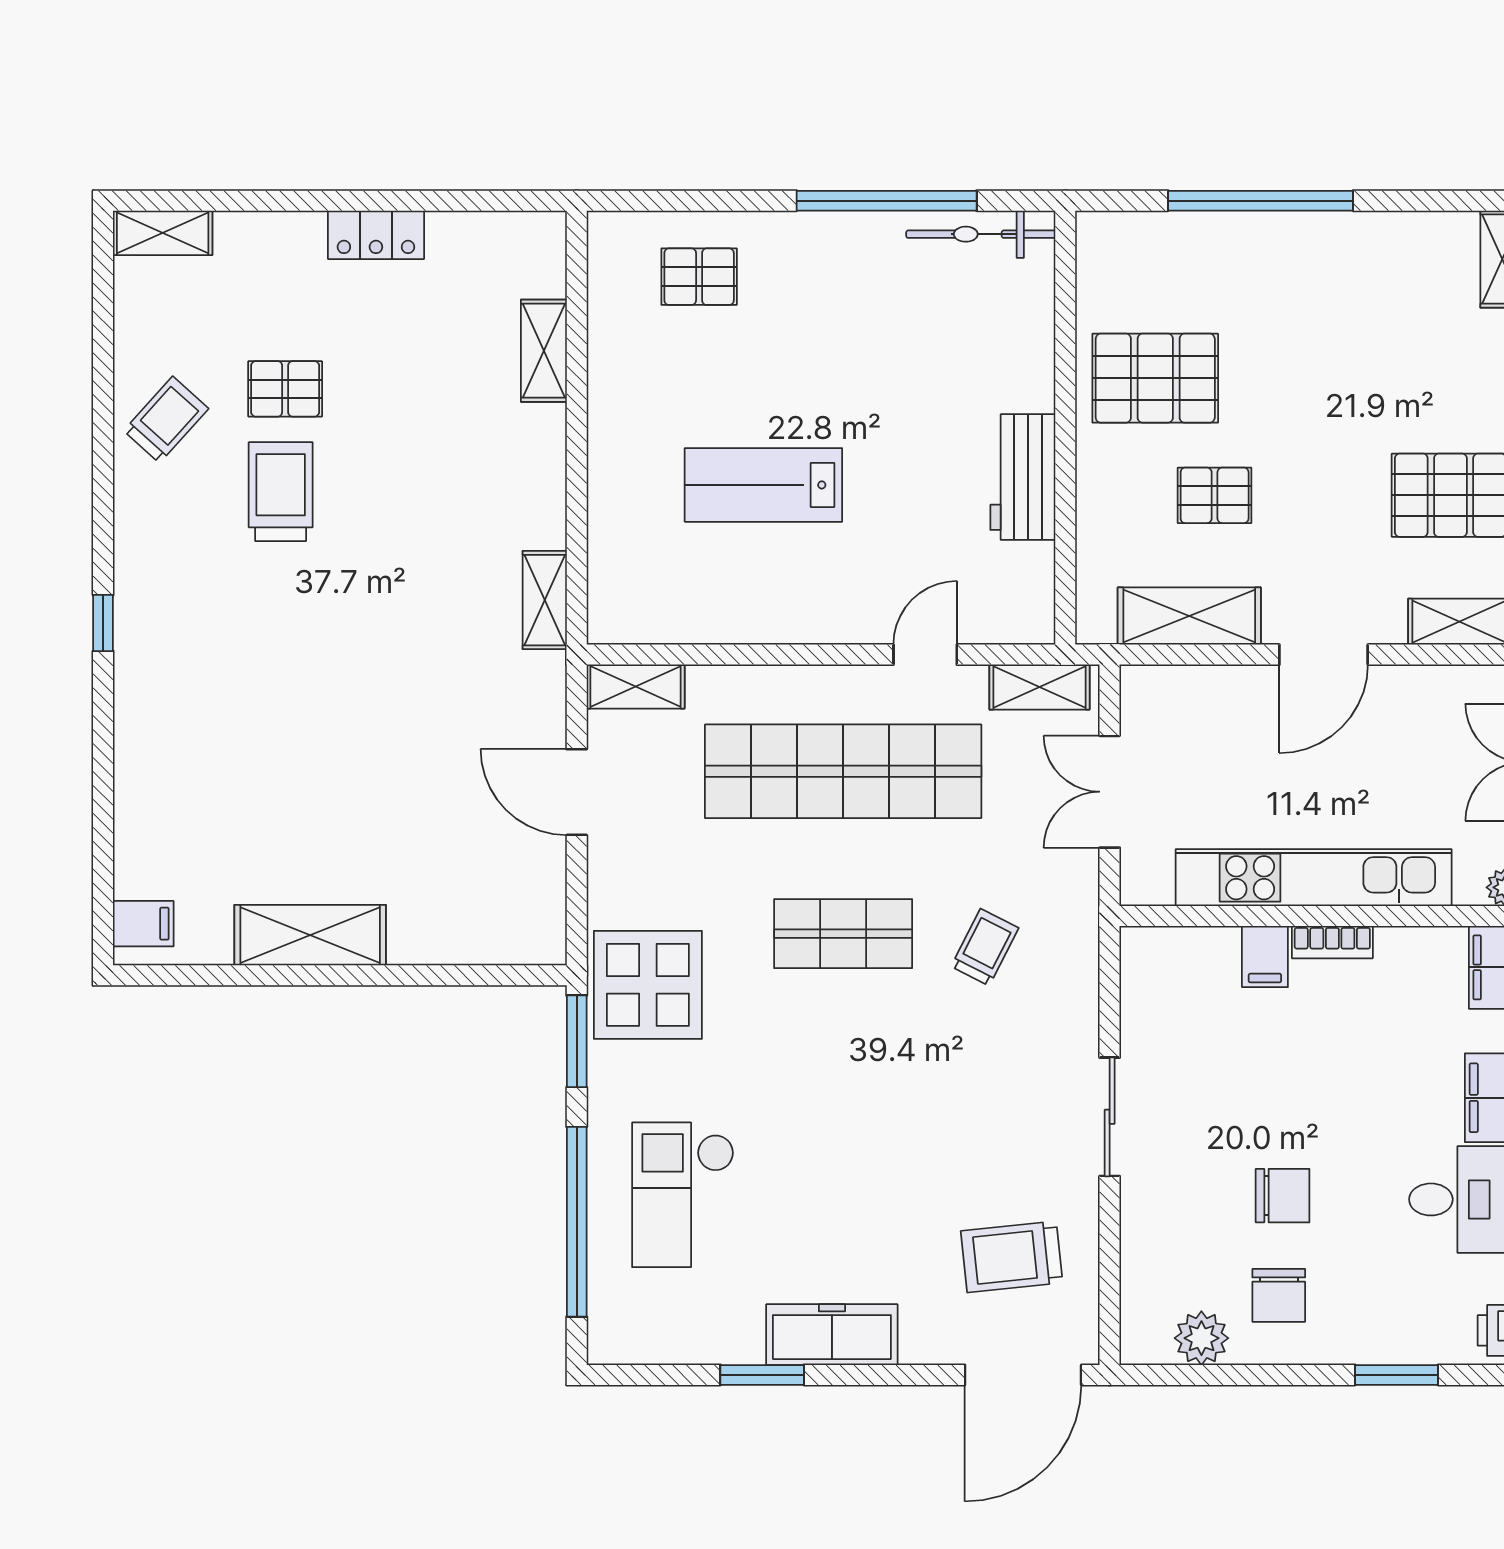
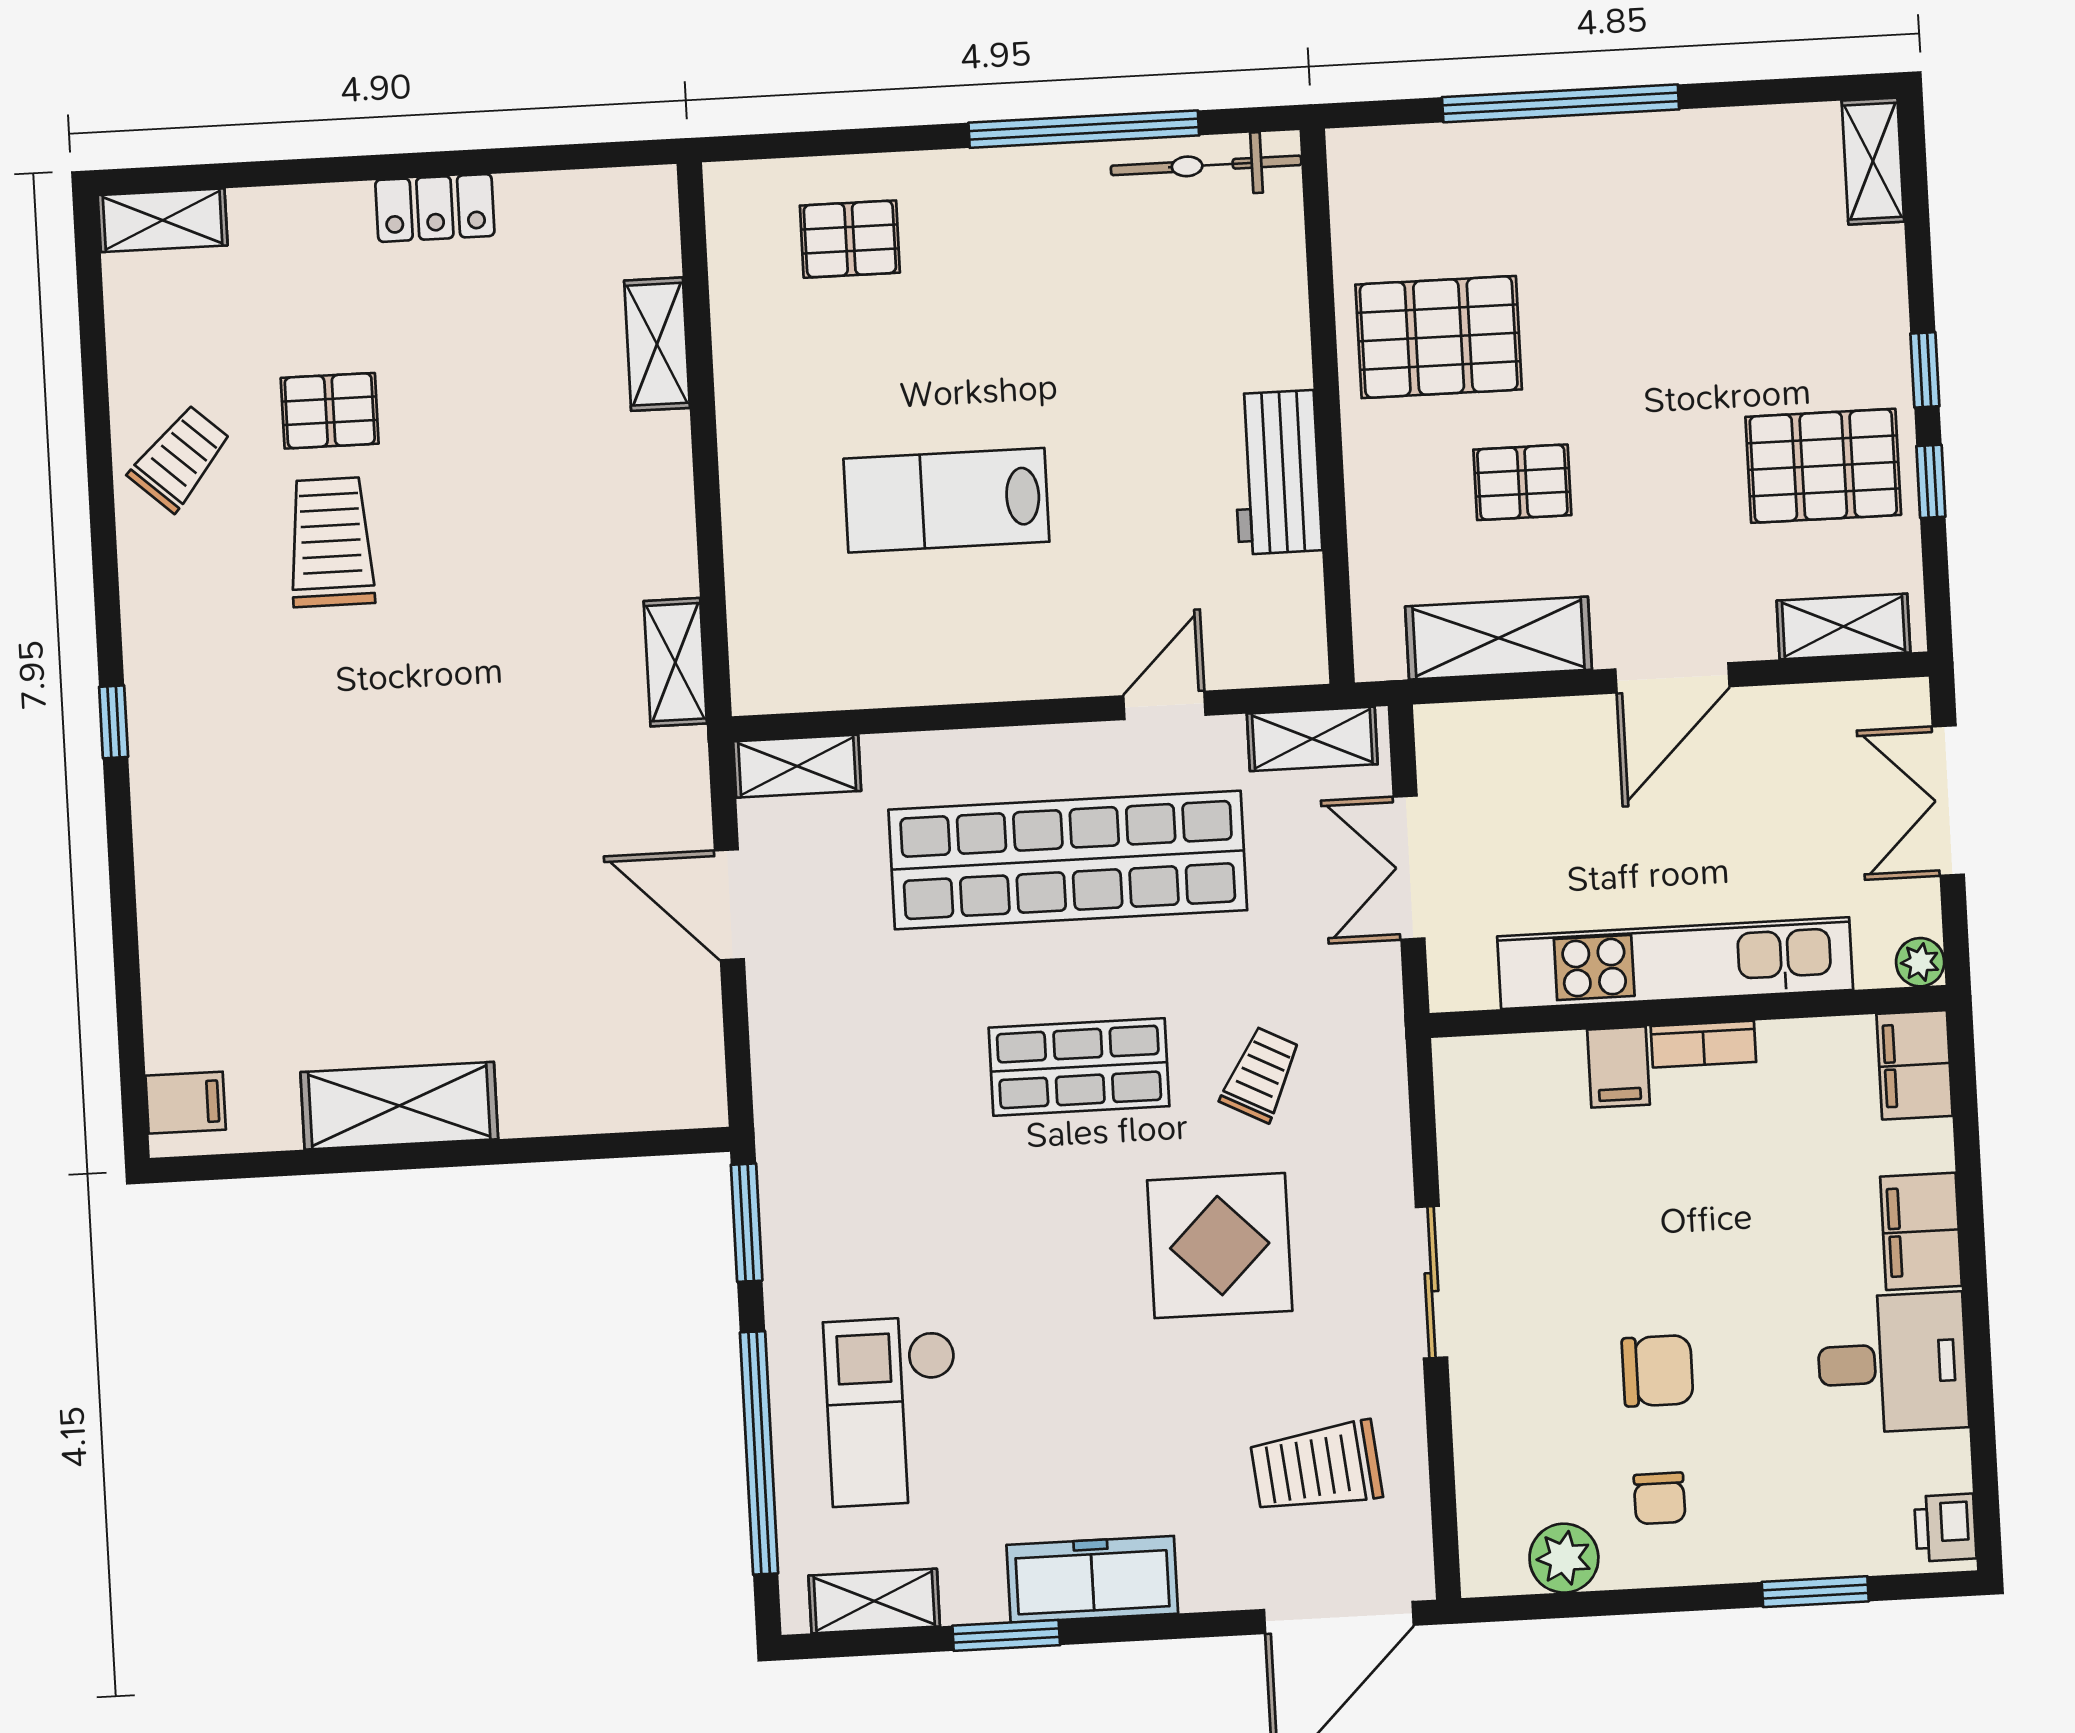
display table: (648, 985) -> (1220, 1246), moved
chair: (1279, 1295) -> (1660, 1498), width x0.73, depth x0.73
shelving: (660, 1342) -> (874, 1601), added

